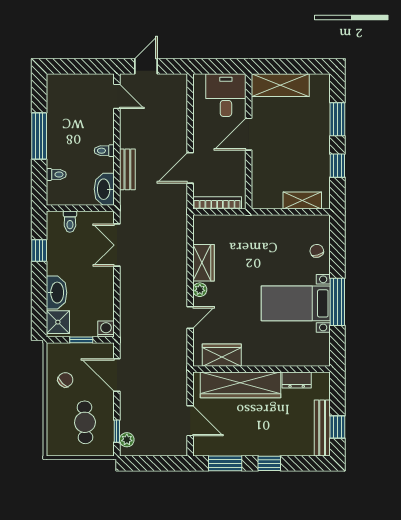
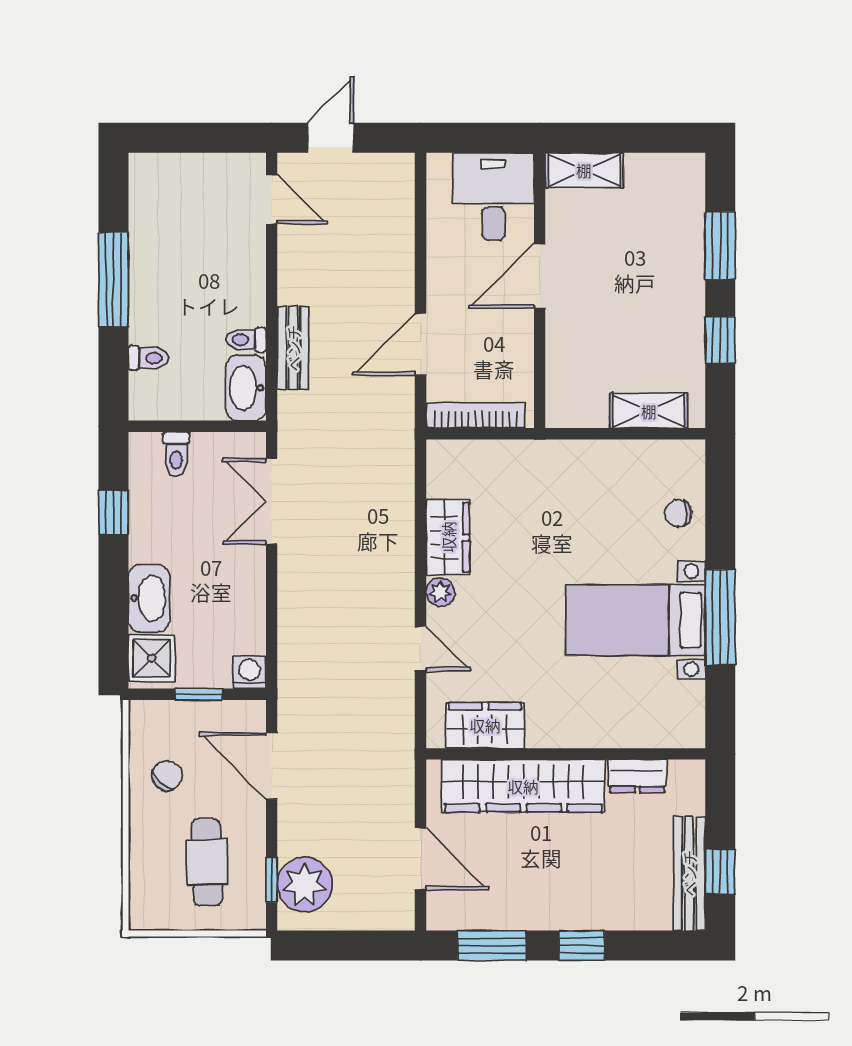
shelving: (280, 85) -> (584, 170), width x0.67, depth x0.75
toilet: (104, 151) -> (246, 340), moved
chair: (317, 251) -> (678, 513), turned -74
door: (190, 317) -> (421, 649), hinge flipped
plant: (127, 440) -> (305, 885), width x1.88, depth x1.88

